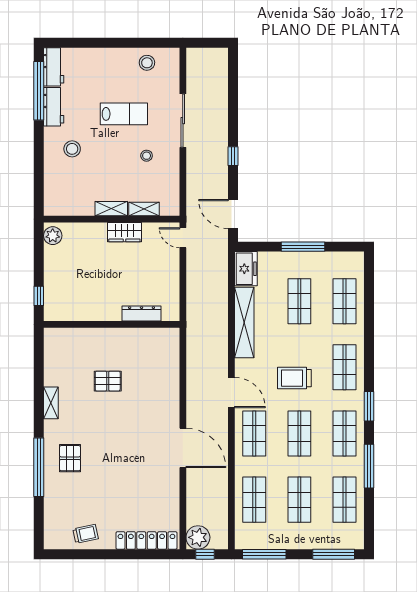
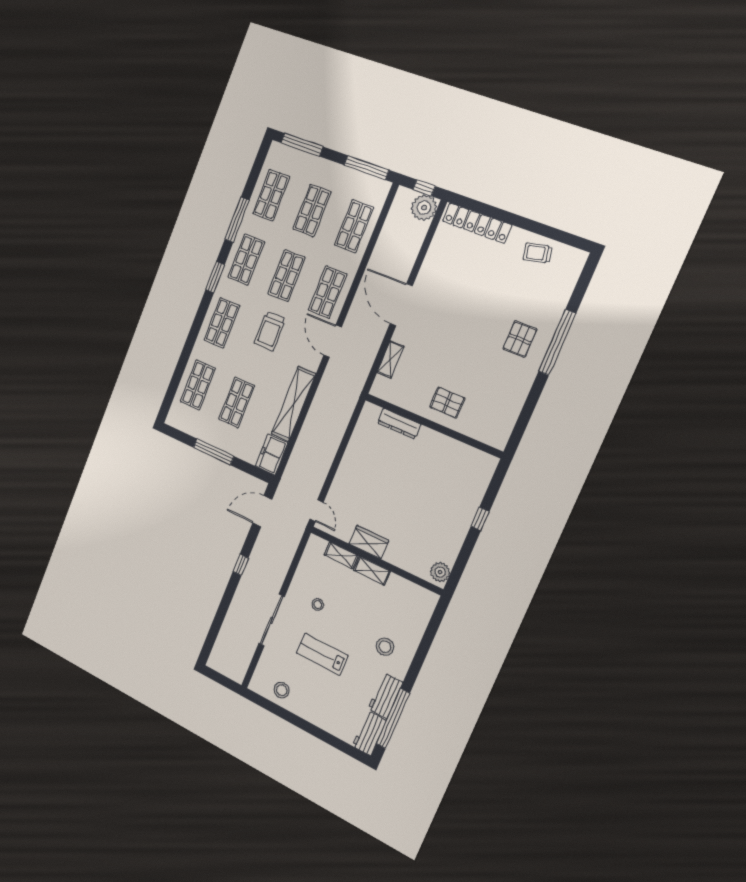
door: (233, 214) -> (262, 511), swing flipped
dresser: (142, 314) -> (399, 423), moved
wall: (112, 324) -> (433, 425), moved
trolley: (294, 378) -> (270, 331), turned 90
shelving: (51, 403) -> (390, 359), moved

